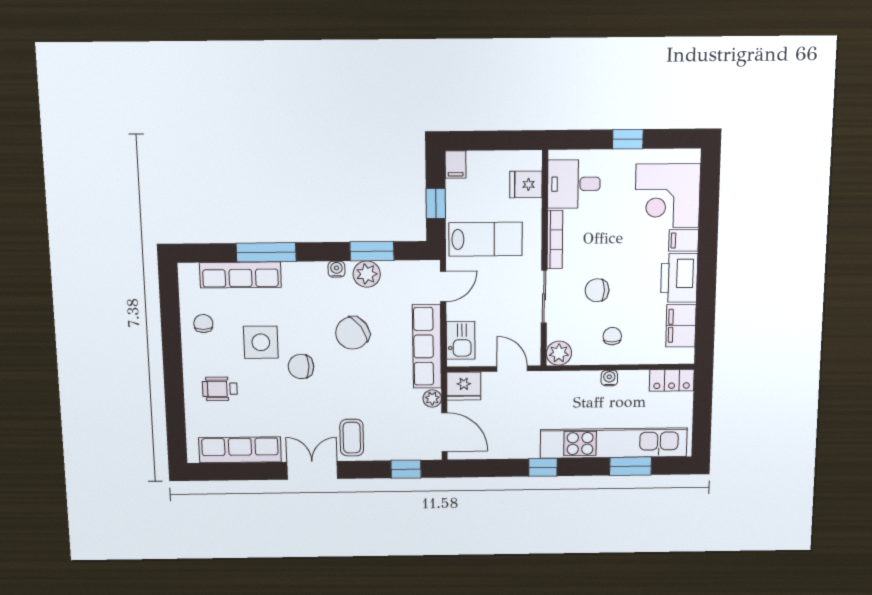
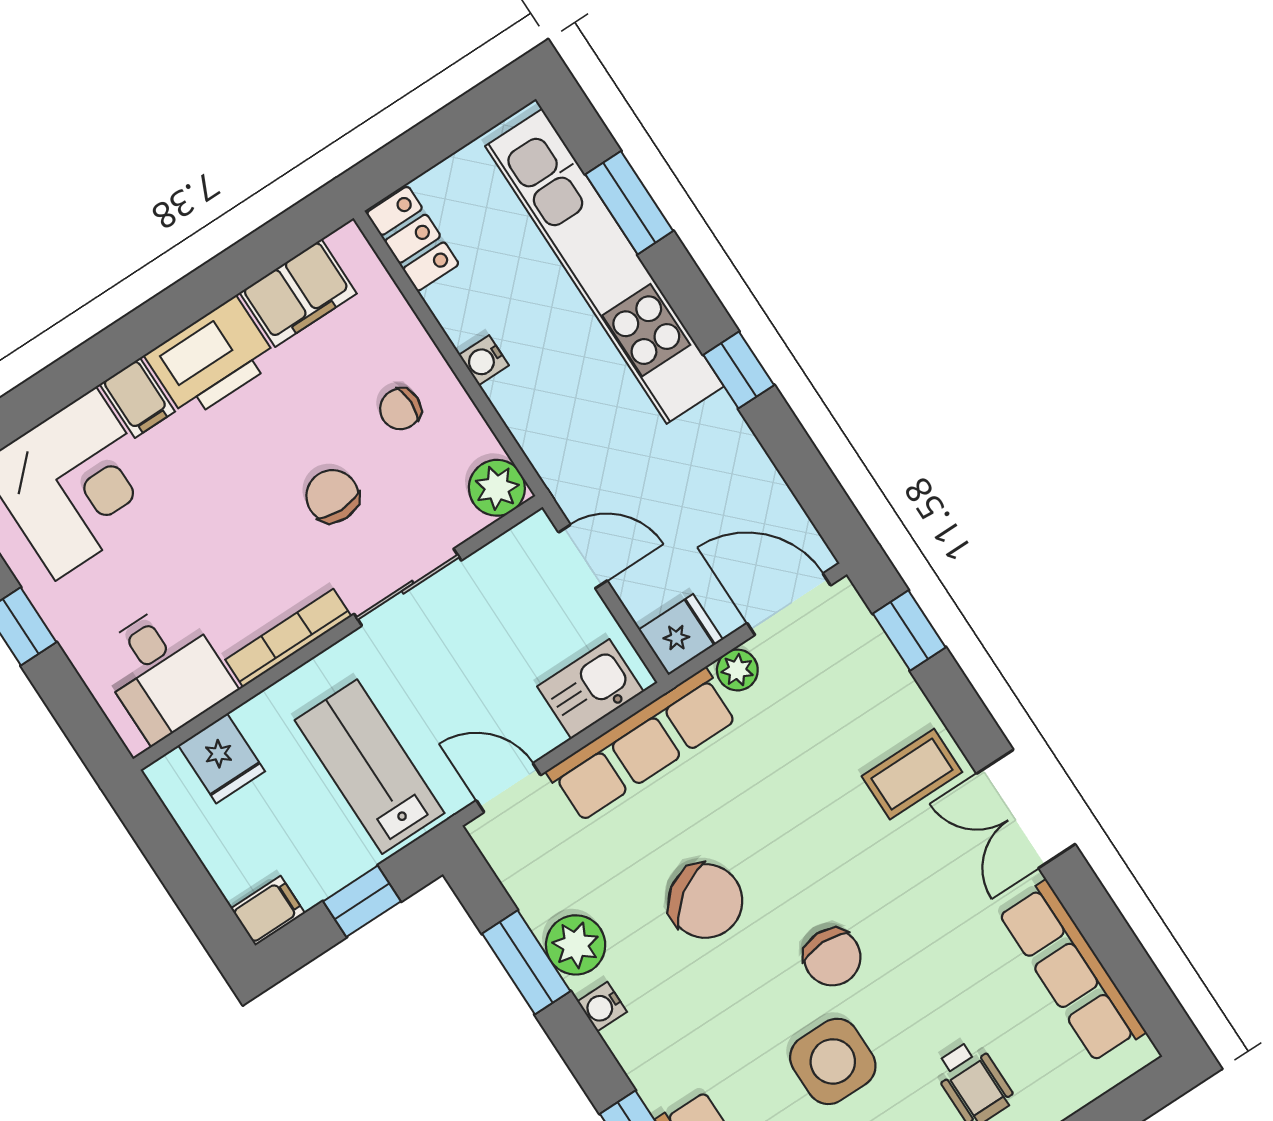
chair: (597, 290) -> (332, 496), turned 180
door: (512, 369) -> (583, 556), swing flipped
fridge: (464, 386) -> (681, 635), width x0.72
door: (444, 432) -> (789, 604), hinge flipped

